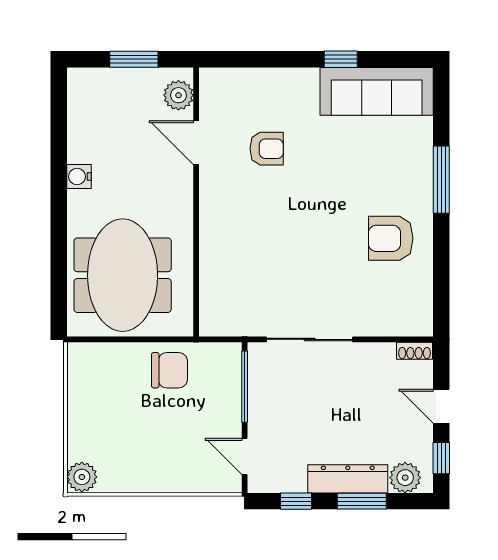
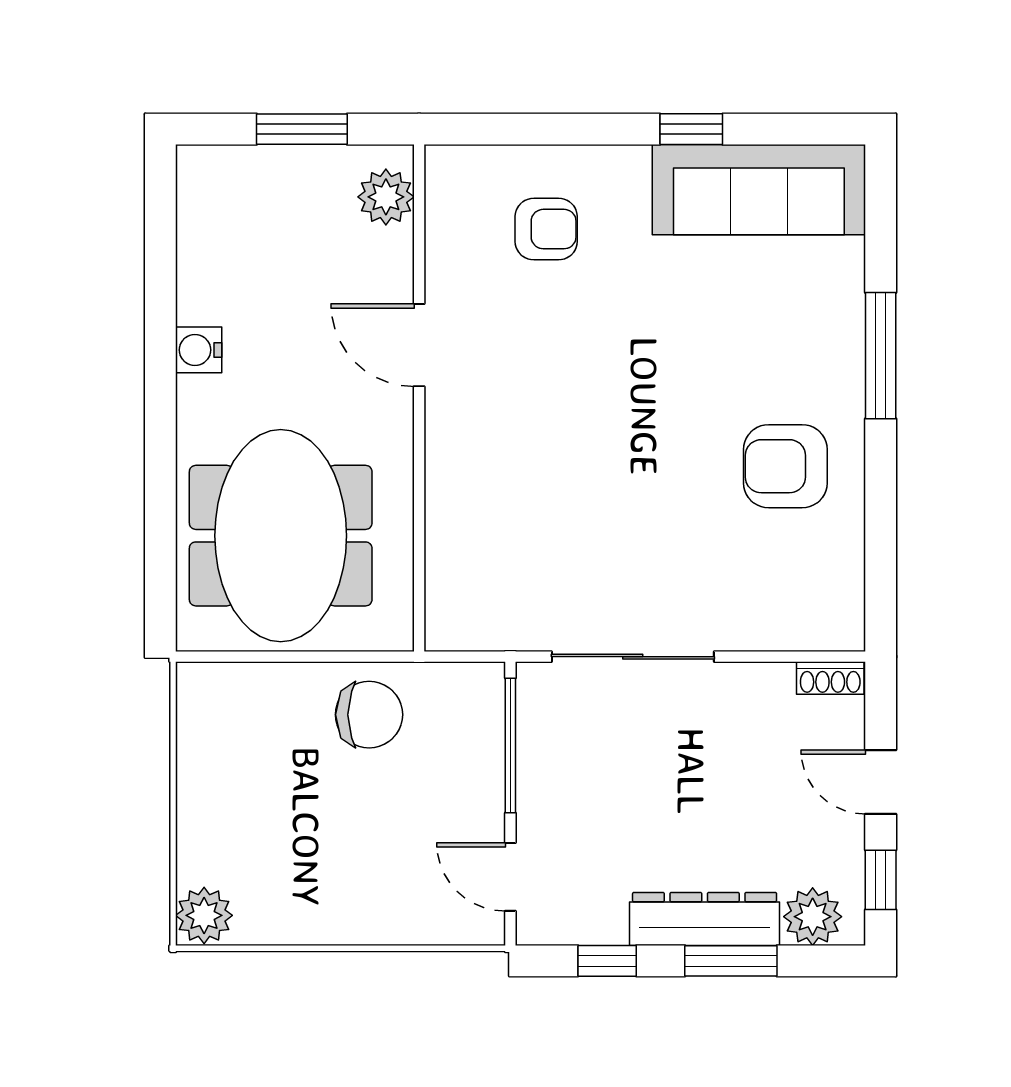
door: (196, 143) -> (419, 345), moved
armchair: (267, 149) -> (546, 229), moved

